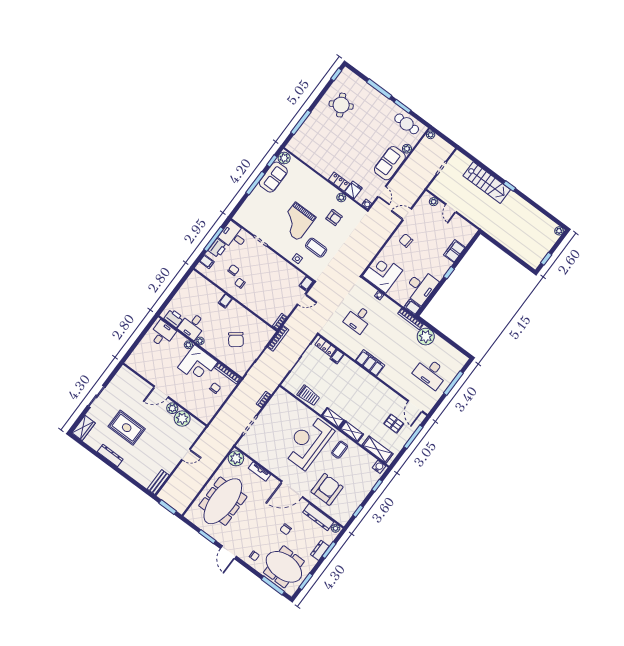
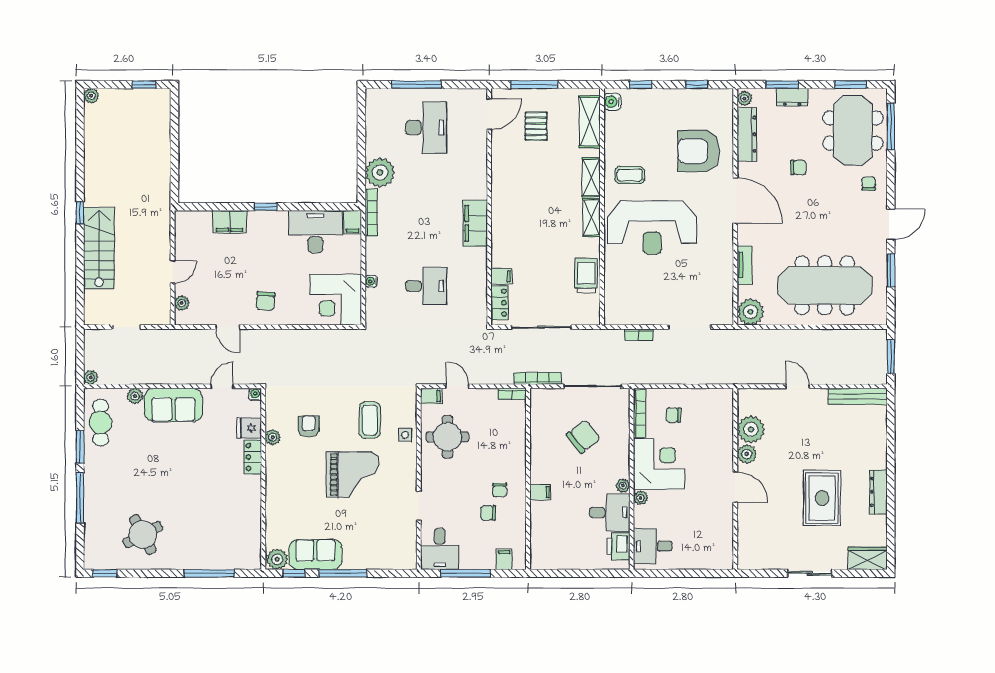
printer: (218, 248) -> (474, 558), removed
round table: (282, 277) -> (447, 437), added
bench: (158, 482) -> (858, 396), width x1.36

